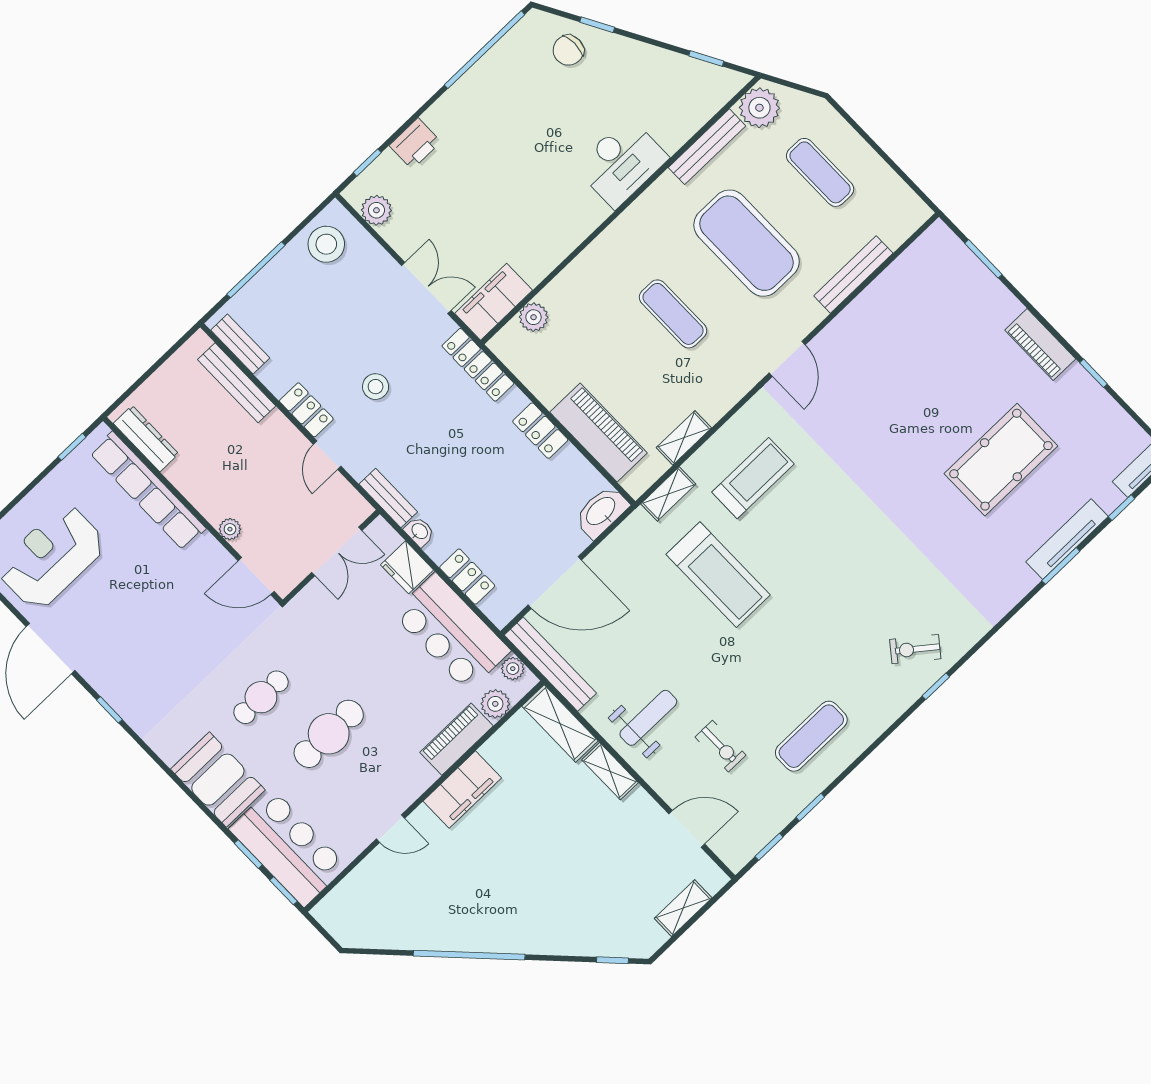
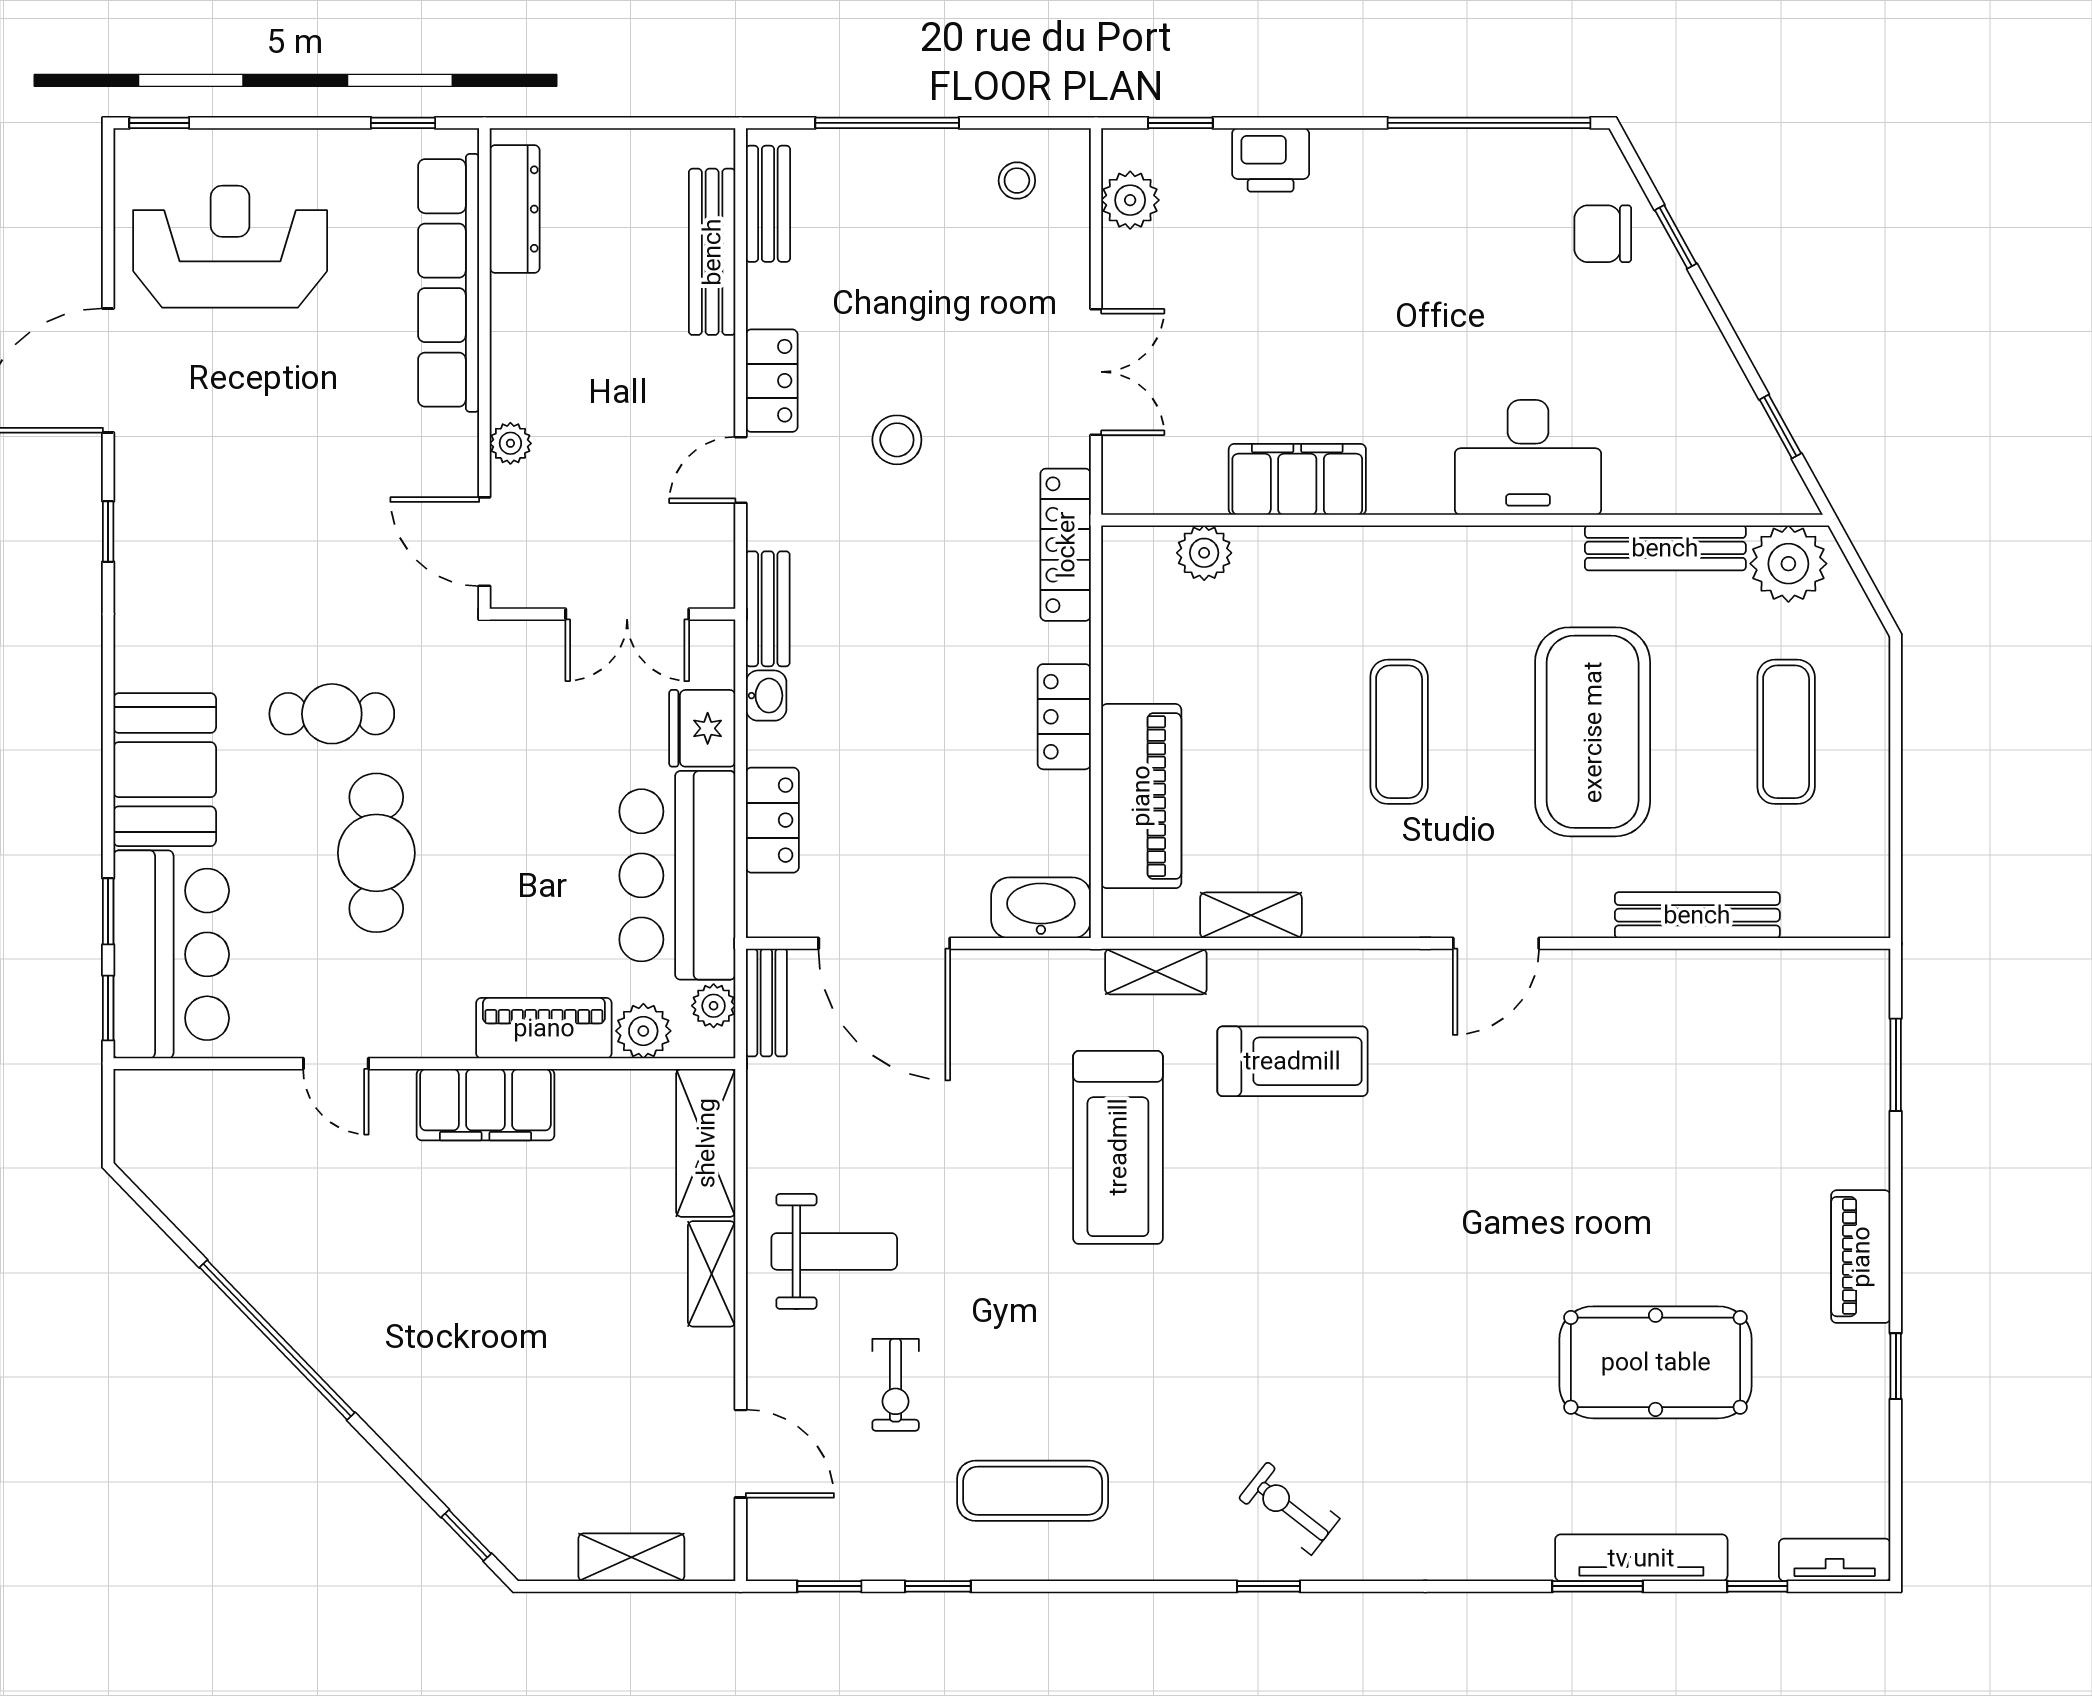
stool: (326, 244) -> (1017, 181), width x0.53, depth x0.53
filing cabinet: (494, 302) -> (1297, 479), moved
bench: (550, 664) -> (766, 1003), width x0.54, depth x0.82
cafe table: (329, 734) -> (376, 853), turned 90

